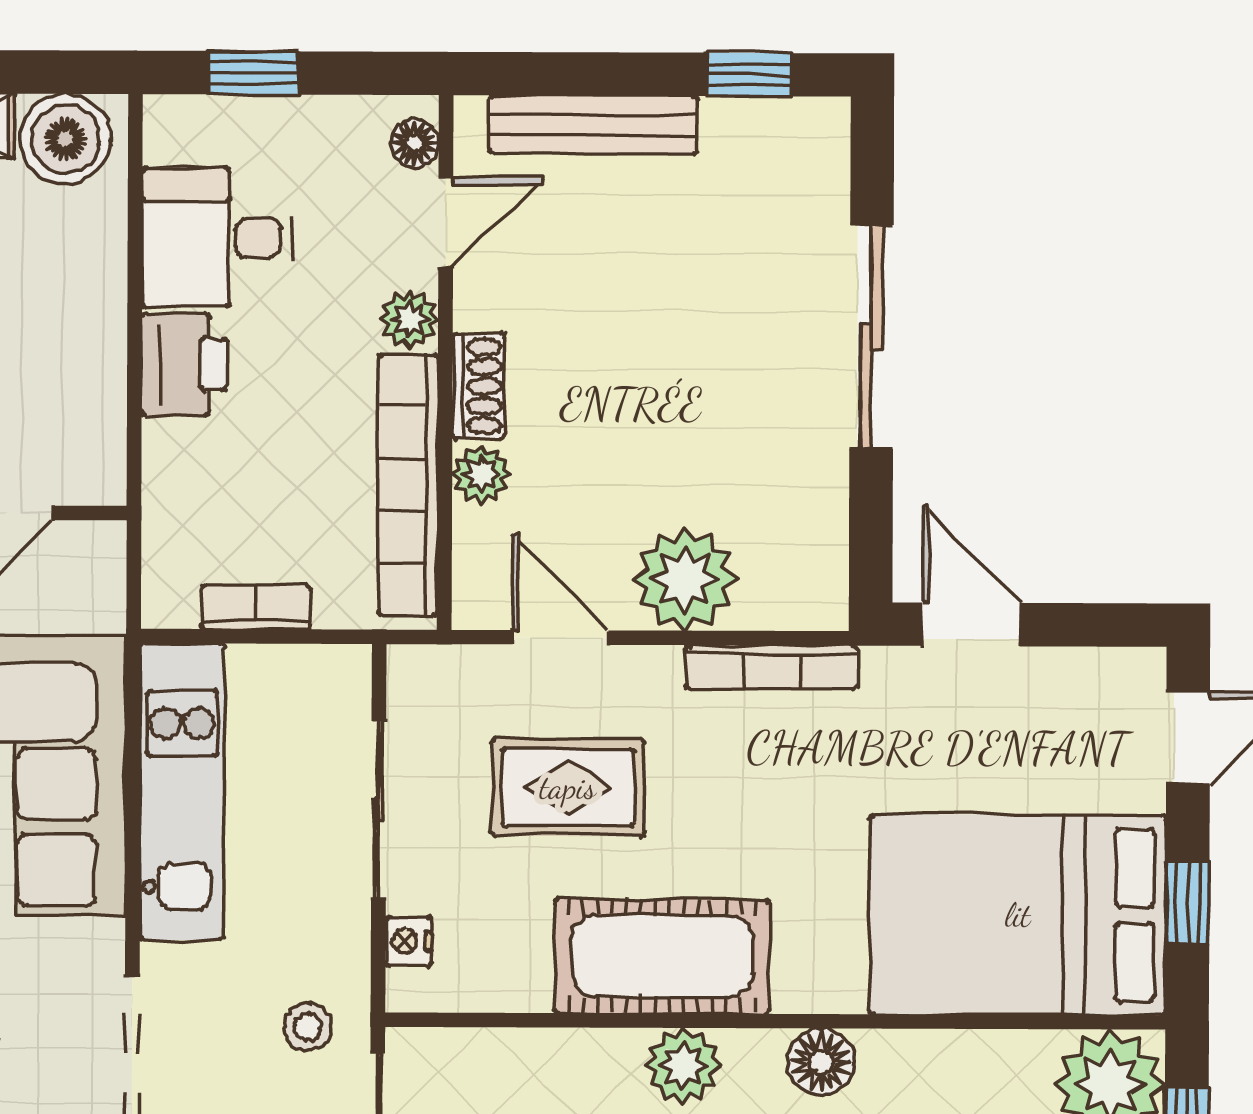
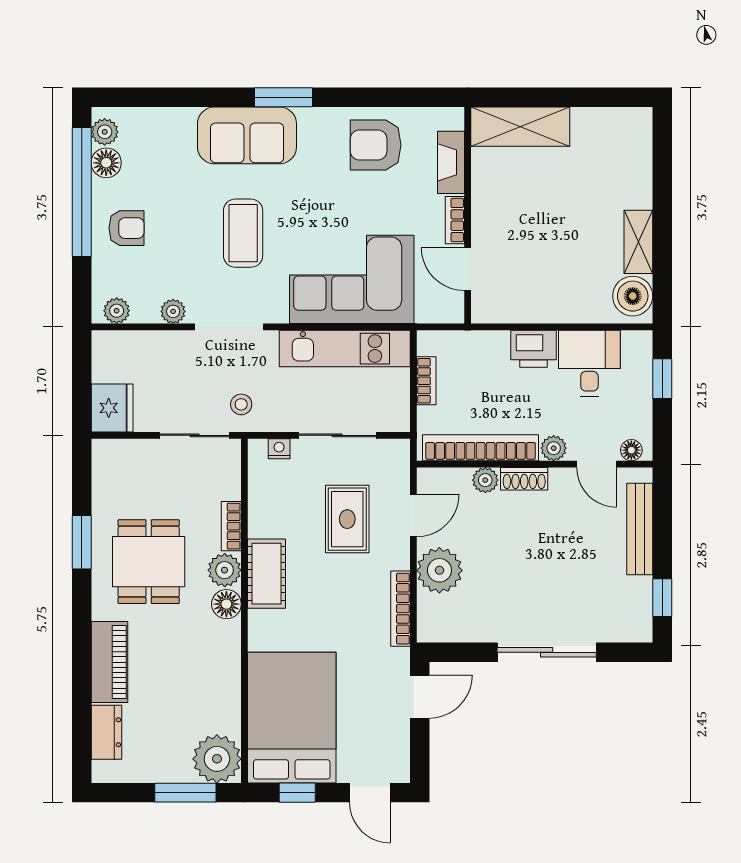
cot: (662, 956) -> (266, 574), width x0.73, depth x0.75
bookcase: (583, 1050) -> (231, 526), added
floor lamp: (821, 1062) -> (226, 604), moved

